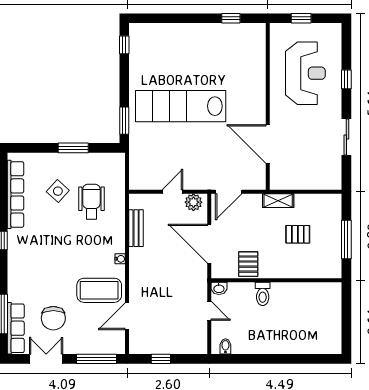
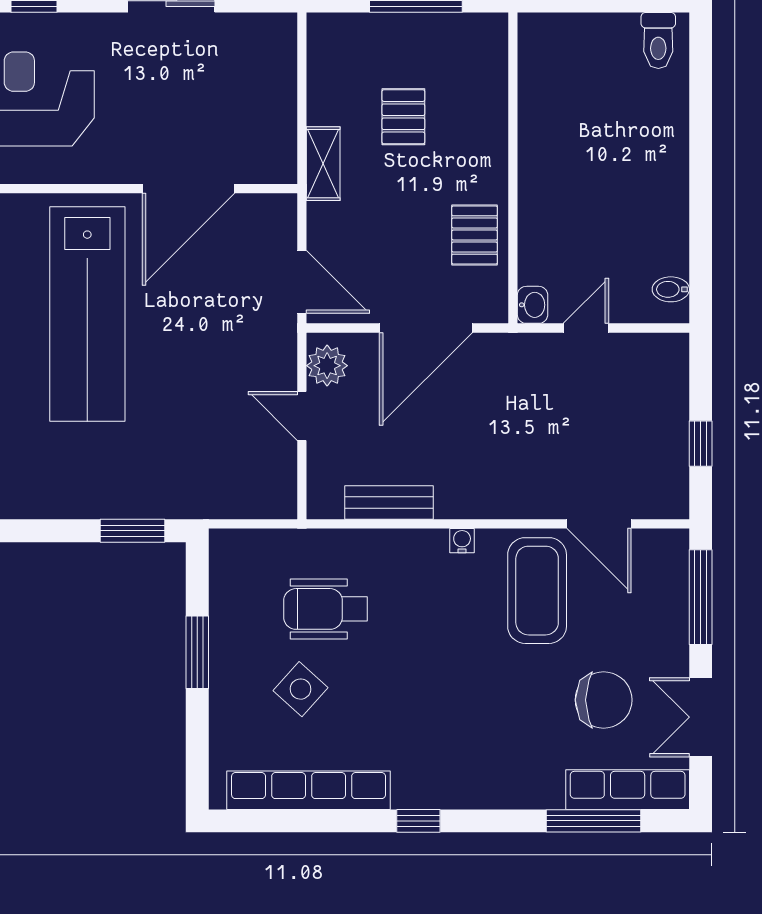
lab bench: (181, 106) -> (87, 314), moved
pallet: (248, 264) -> (475, 235), turned 90
toilet: (263, 294) -> (658, 40), moved, turned 90

